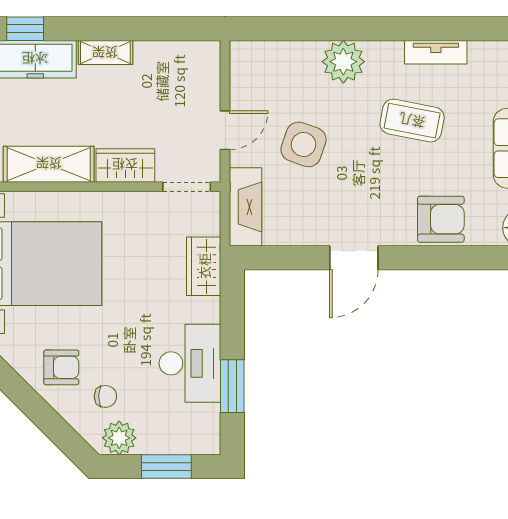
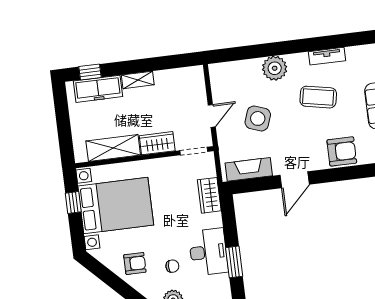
fireplace: (246, 207) -> (249, 169), moved, turned -90
chair: (105, 396) -> (172, 266), moved

